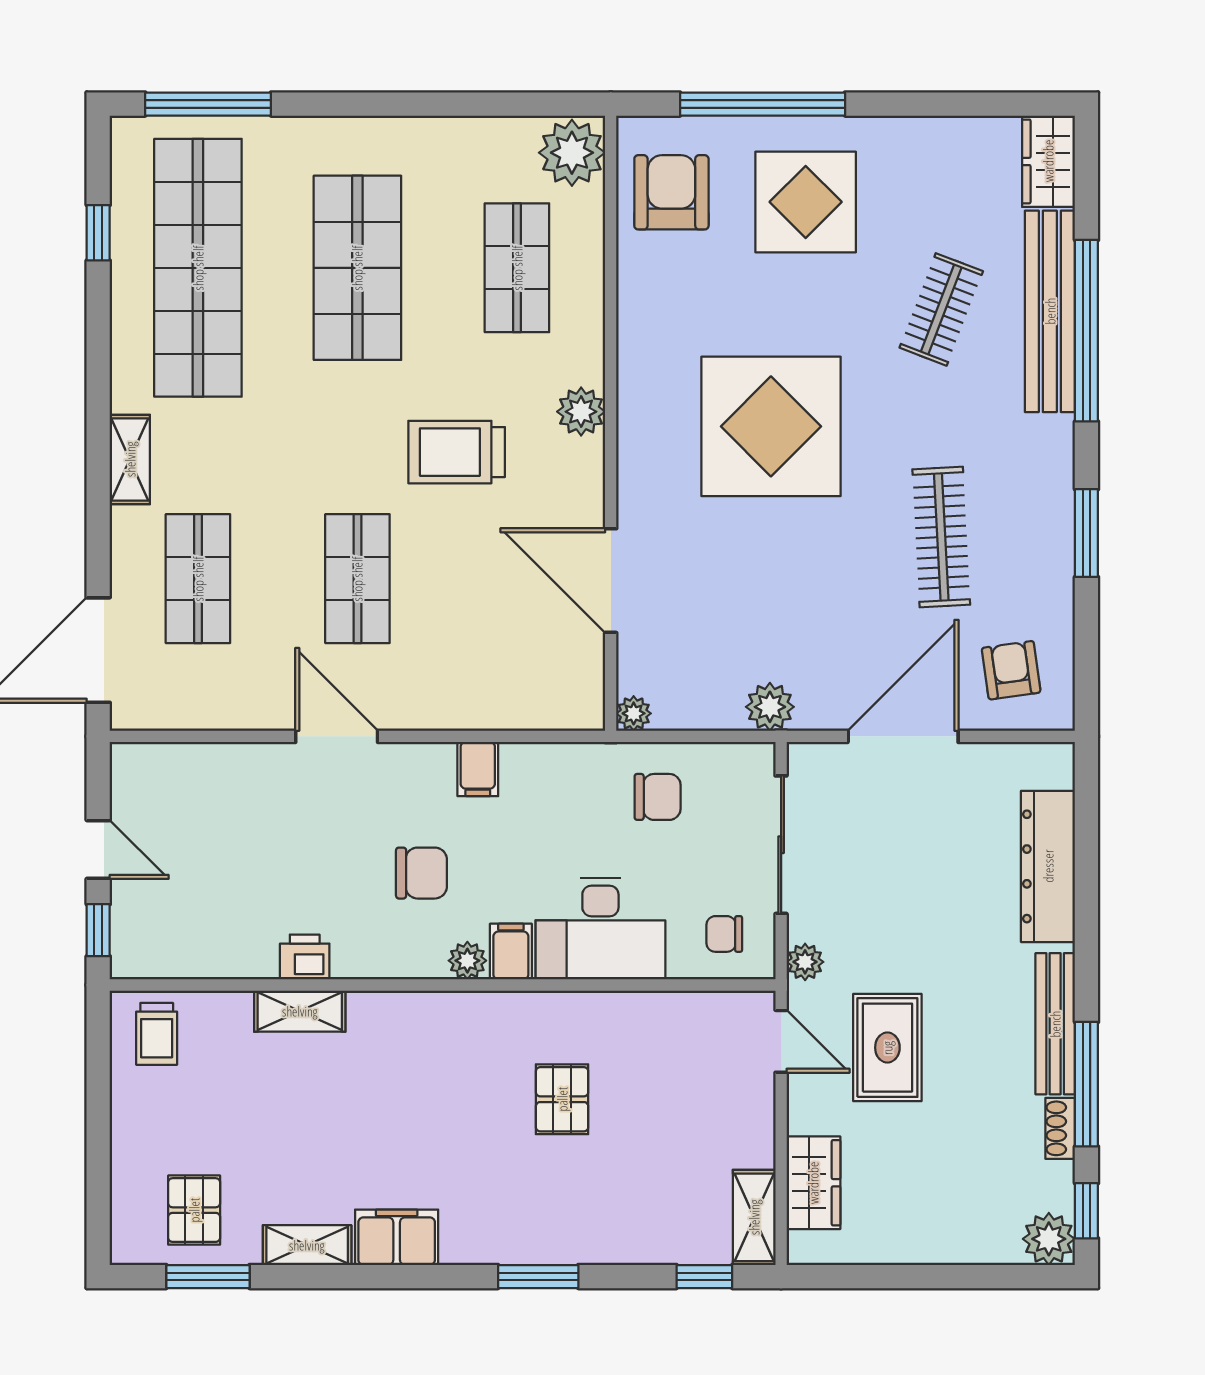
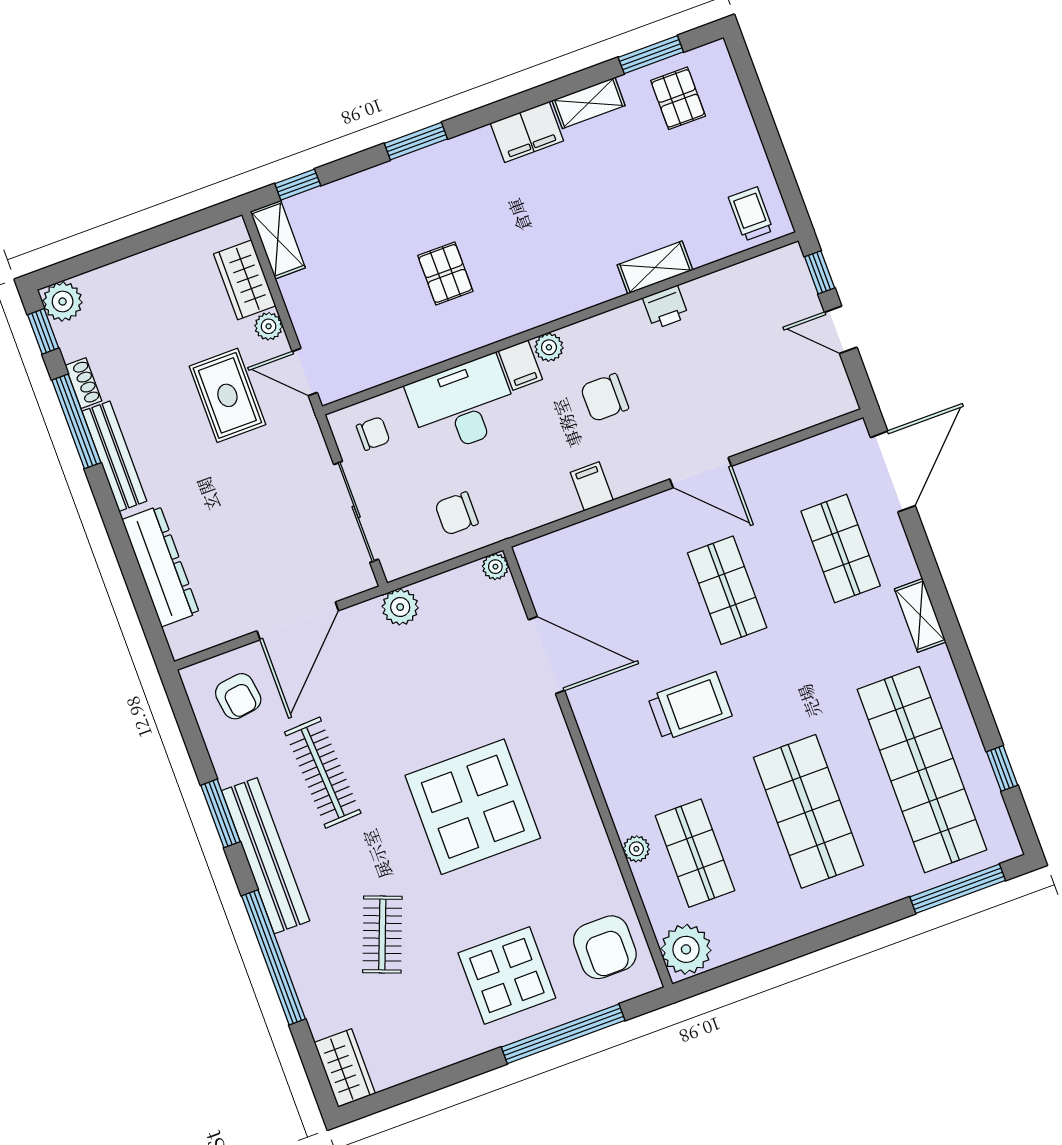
bench: (1050, 311) -> (266, 856), moved
plant: (581, 412) -> (636, 849), moved, width x0.73, depth x0.73
plant: (805, 962) -> (269, 326), moved

